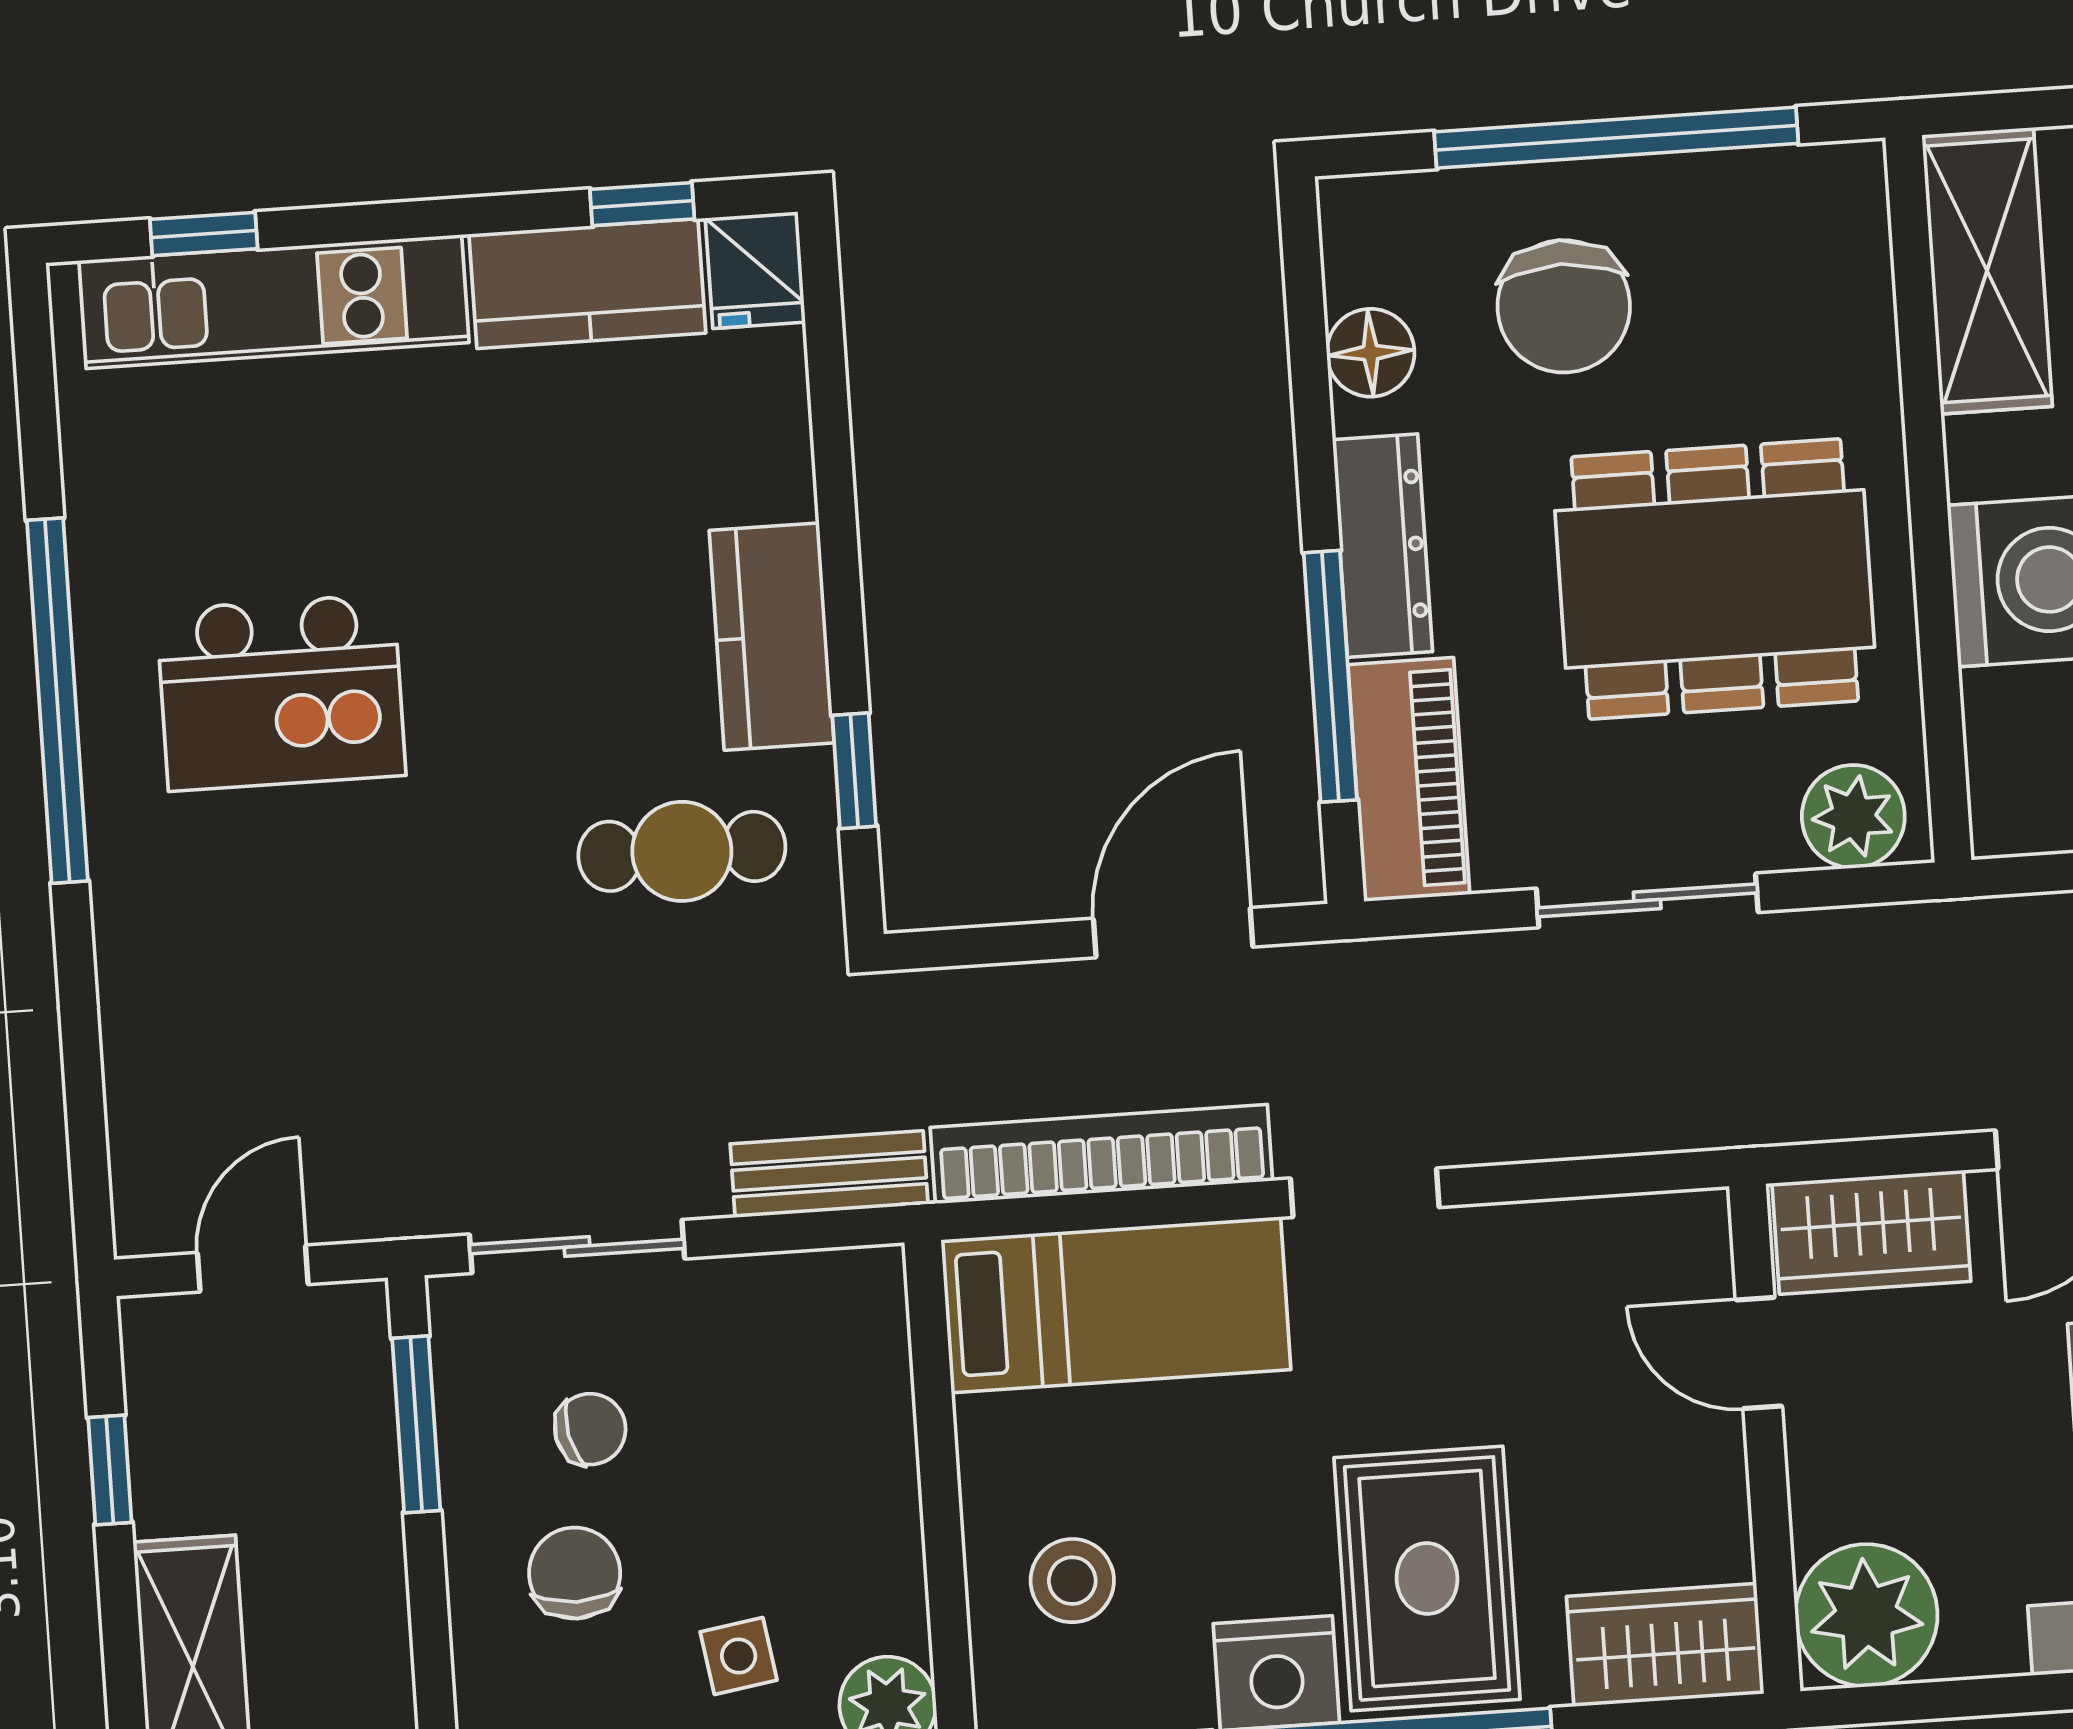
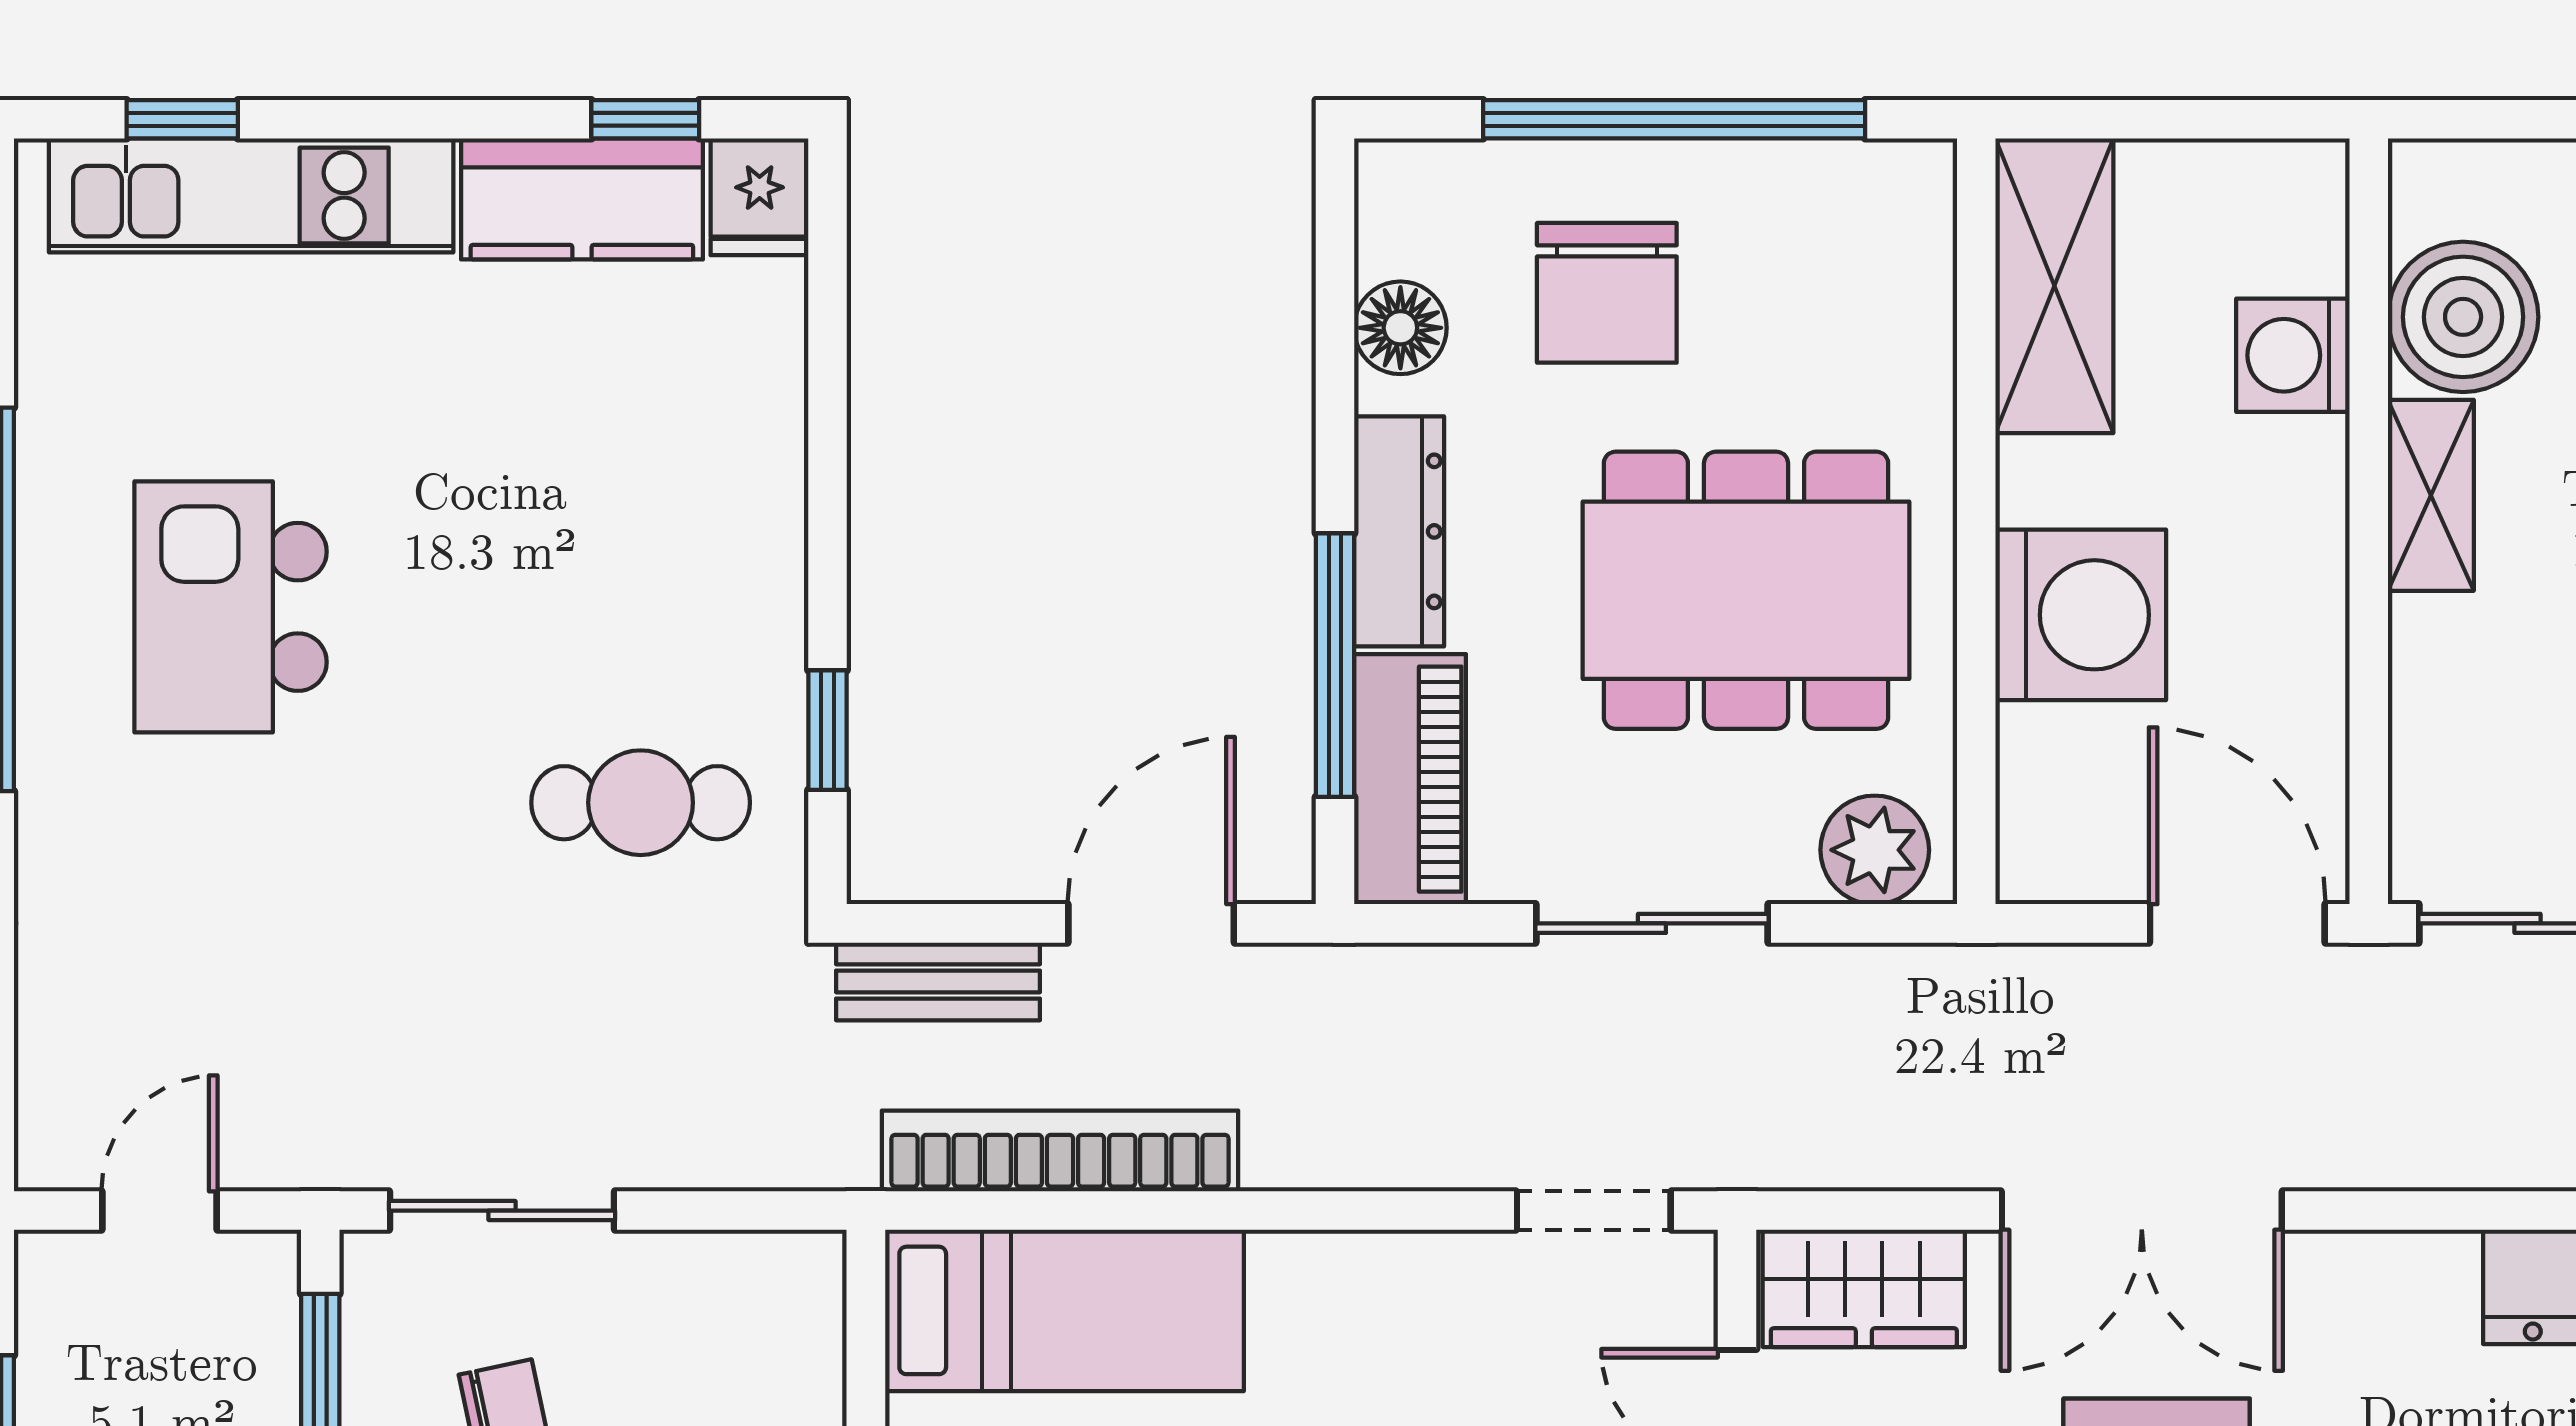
kitchen counter: (772, 637) -> (750, 583), removed
kitchen island: (281, 692) -> (231, 607), turned 90
bench: (829, 1174) -> (938, 981), moved
doorway: (1365, 1193) -> (1594, 1211), moved

